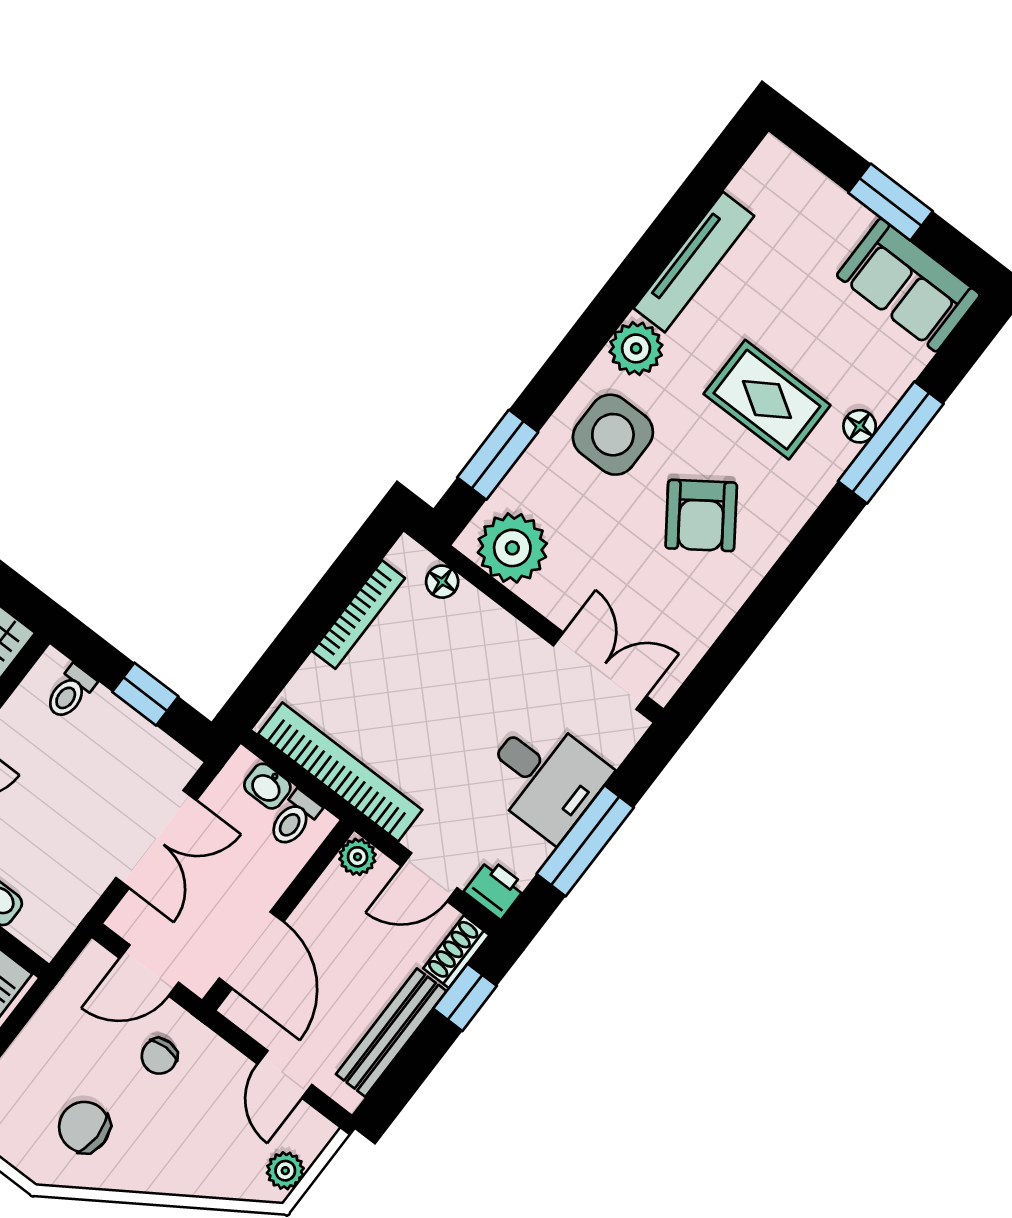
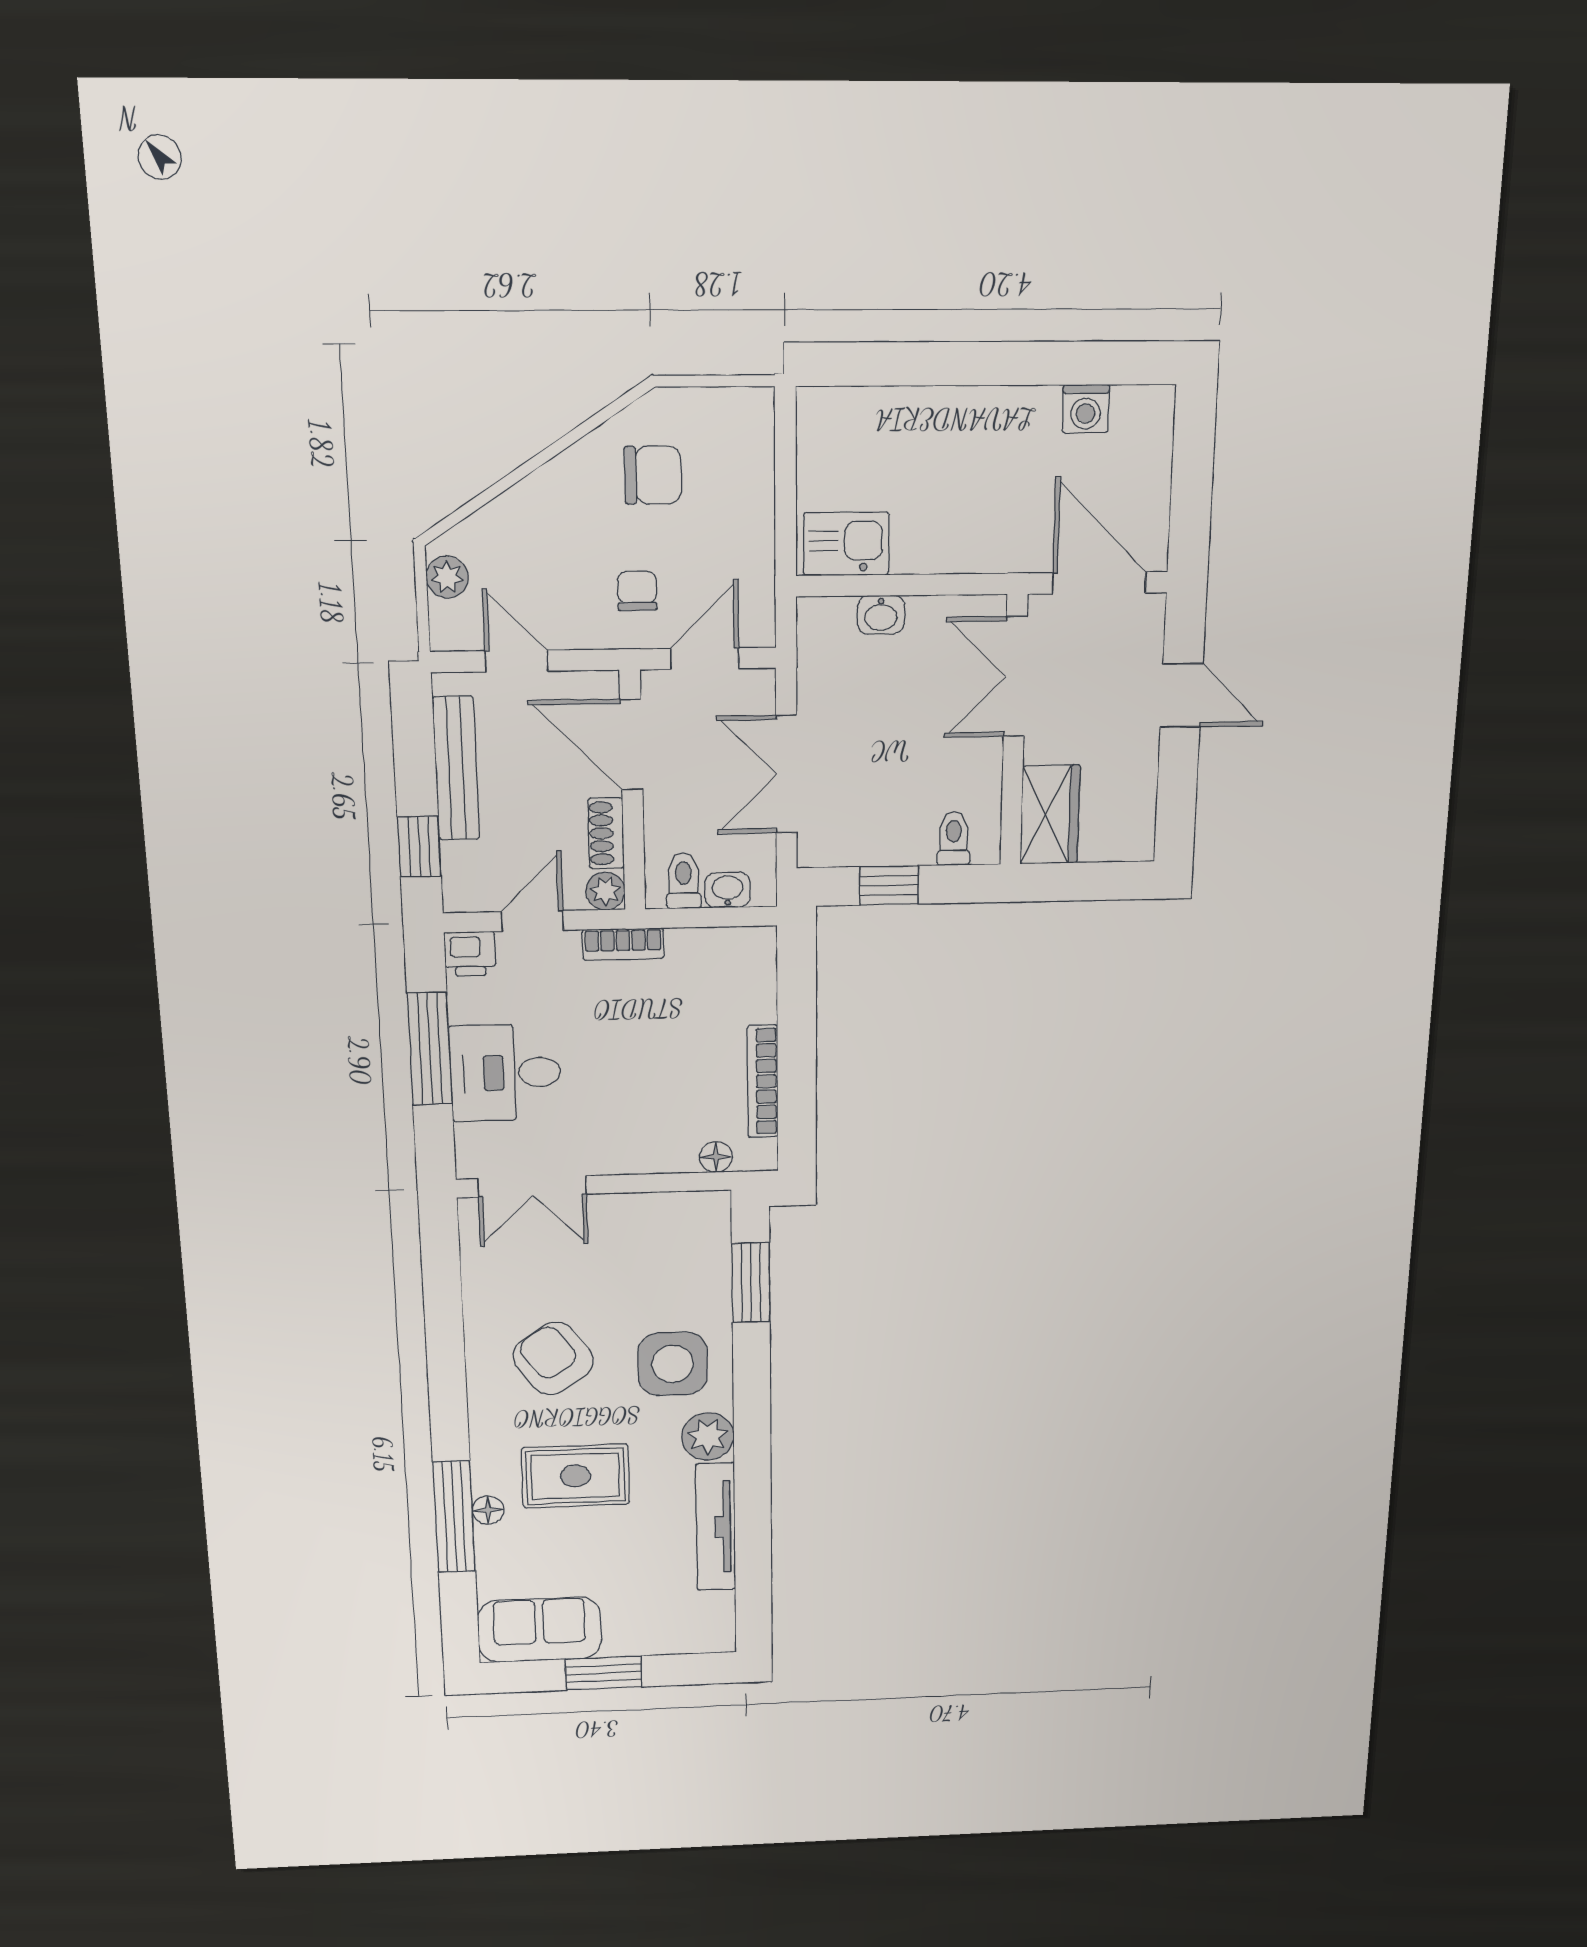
plant: (512, 548) -> (681, 1224), removed
bookcase: (340, 772) -> (623, 944), width x0.43, depth x0.76
shoe rack: (456, 952) -> (606, 833), moved, turned 180

